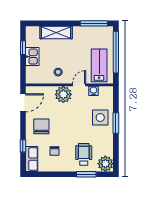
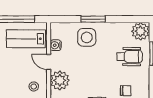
wheelchair: (84, 154) -> (130, 57), turned 180

